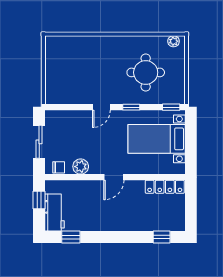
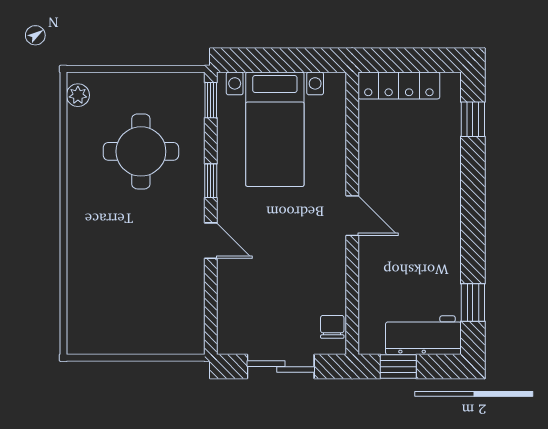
plant: (81, 167) -> (331, 283), removed
locker: (165, 187) -> (399, 85), moved, turned 90

